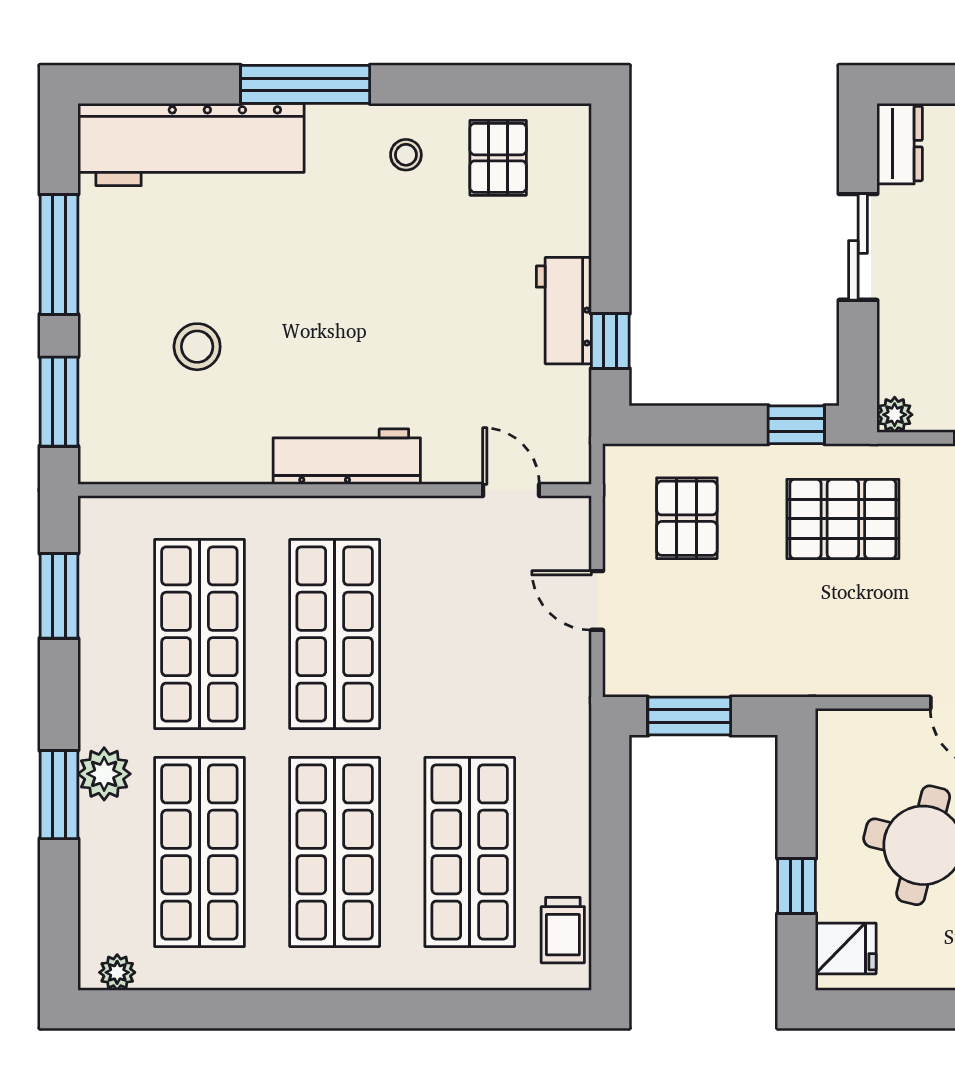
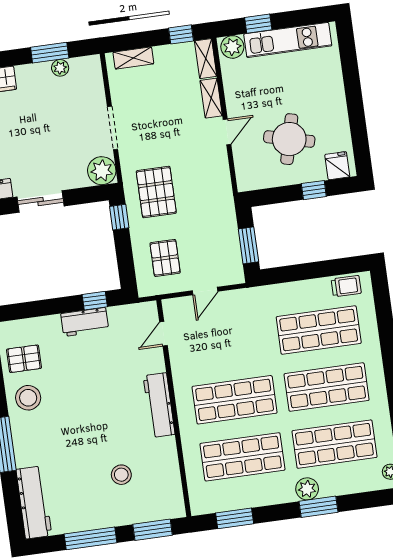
workbench: (191, 144) -> (34, 502), width x0.73, depth x0.76
stool: (406, 155) -> (28, 398), width x1.89, depth x1.89
plant: (895, 415) -> (102, 171), width x1.88, depth x1.88
pallet: (687, 518) -> (165, 258), turned 90

